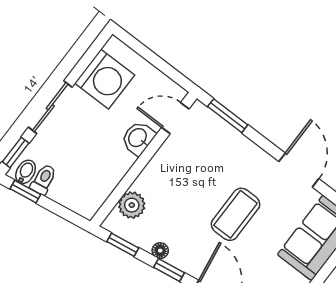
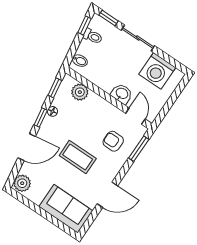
armchair: (213, 156) -> (113, 141), added
bidet: (26, 172) -> (80, 61), moved

